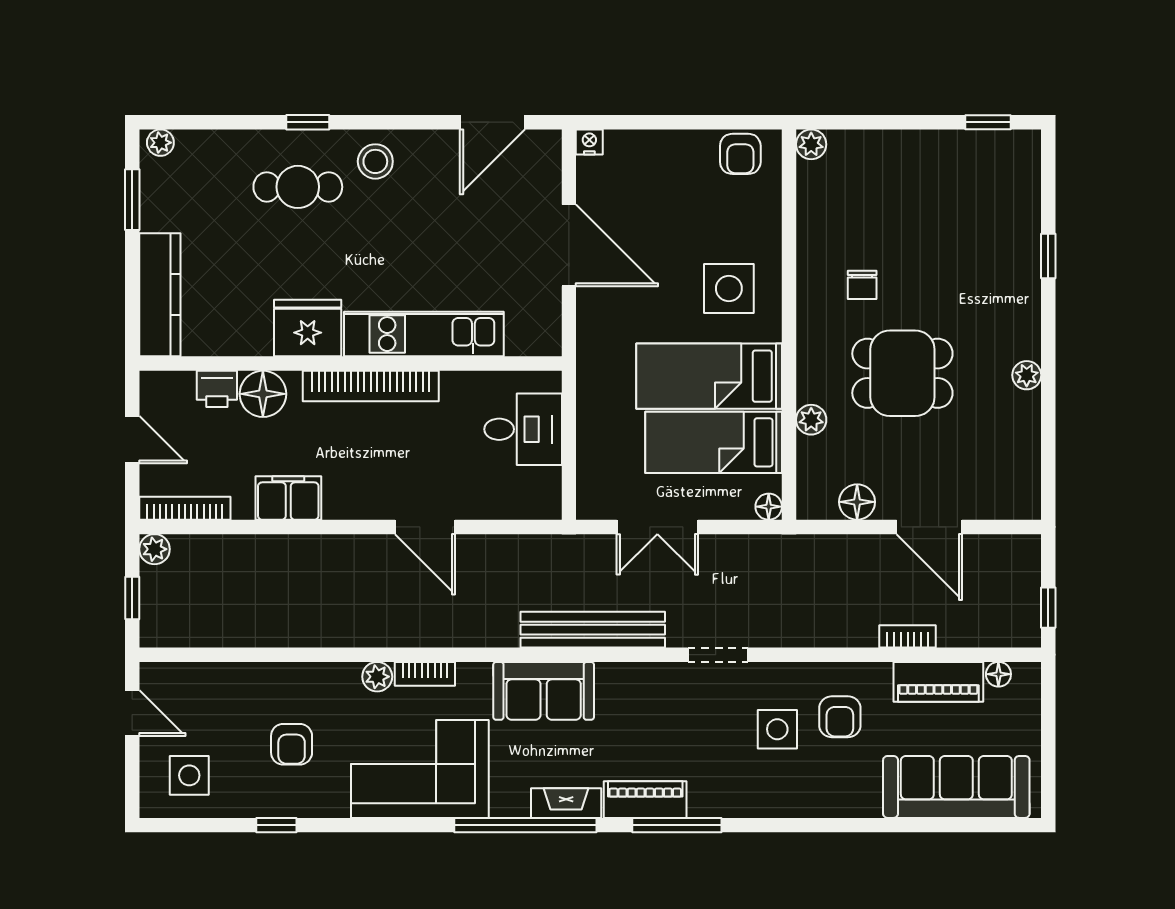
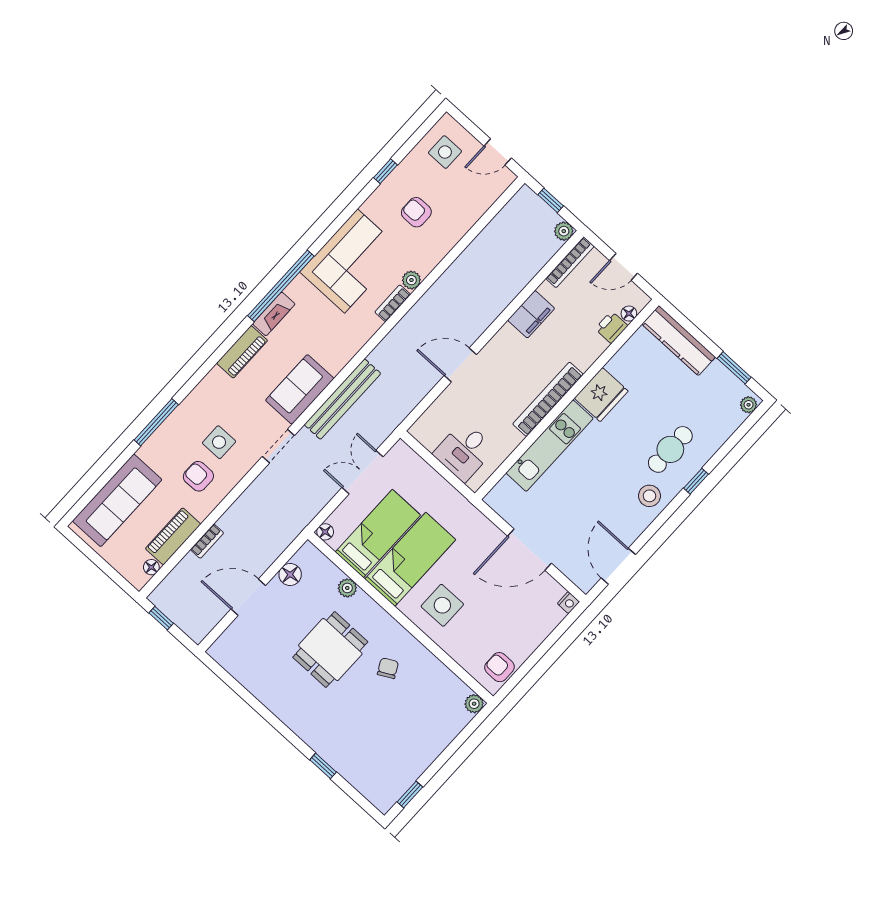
chair: (862, 285) -> (388, 668), turned 62
plant: (1027, 375) -> (277, 706), removed
floor lamp: (263, 394) -> (629, 314), moved, width x0.53, depth x0.53
sofa: (544, 691) -> (300, 389), moved
window: (677, 825) -> (156, 422), moved

